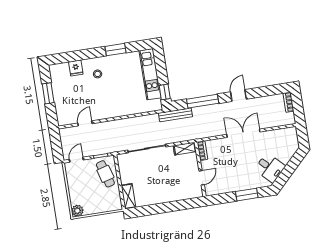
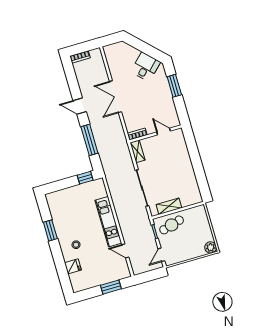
kitchen unit: (150, 74) -> (108, 222), moved, turned 90
window: (48, 93) -> (111, 287), moved
bench: (175, 115) -> (106, 164), removed
door: (76, 160) -> (161, 255), hinge flipped
shelving: (128, 196) -> (169, 206), moved

